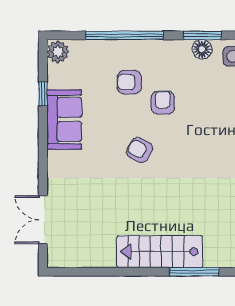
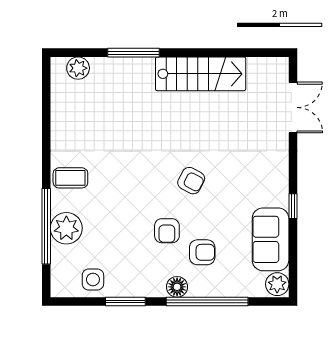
floor lamp: (202, 49) -> (177, 287), moved
window: (43, 94) -> (293, 206), moved
sofa: (64, 119) -> (271, 239), moved
stairs: (160, 252) -> (201, 74), moved

